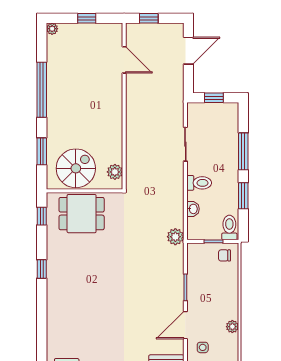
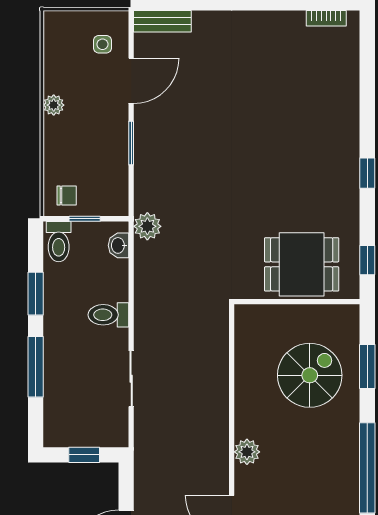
spiral stairs: (76, 168) -> (310, 375), moved, turned 180
plant: (115, 172) -> (247, 452), moved
washbasin: (193, 209) -> (119, 245), moved
plant: (232, 327) -> (54, 105), moved

